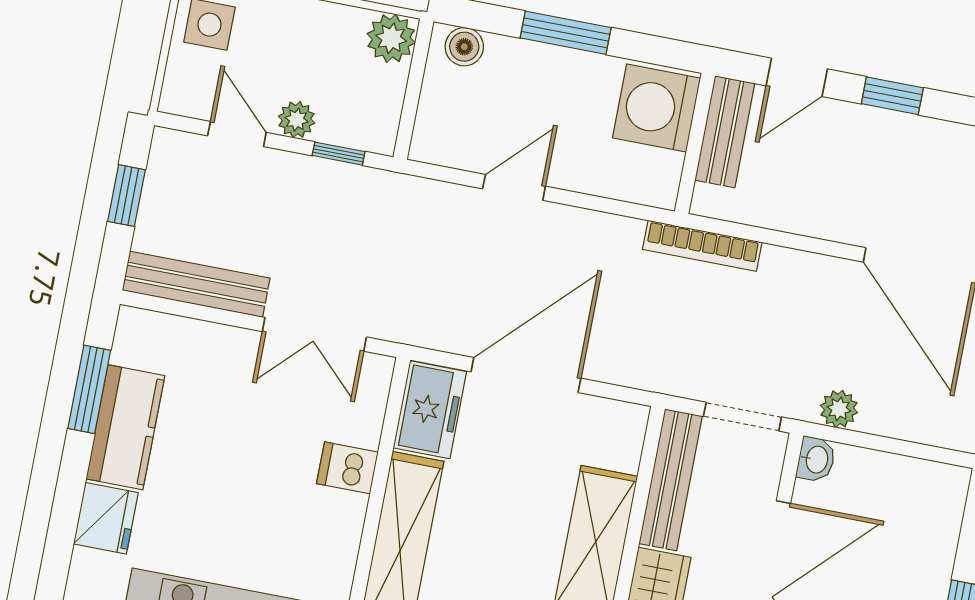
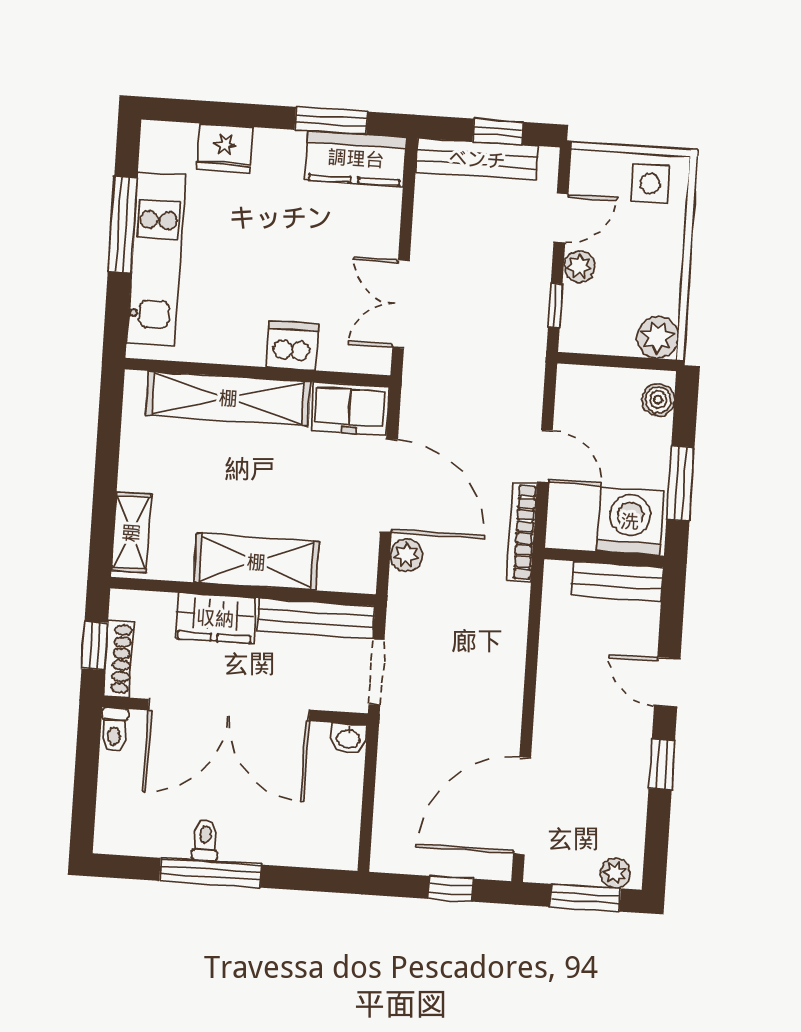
washing machine: (656, 108) -> (630, 521), moved
bench: (725, 132) -> (617, 581), moved
wall: (695, 143) -> (604, 557), moved
bookcase: (702, 246) -> (522, 532), moved
bench: (196, 284) -> (477, 159), moved, turned 90
plant: (839, 409) -> (406, 555), moved
kitchen counter: (125, 427) -> (356, 158), moved
dishwasher: (347, 468) -> (292, 346), width x1.38

